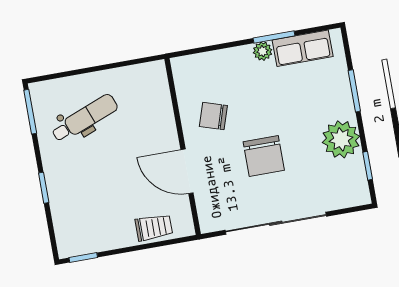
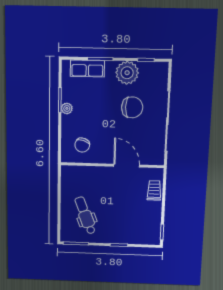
row of seats: (303, 48) -> (87, 68), moved, turned 90
chair: (213, 116) -> (82, 145), moved
chair: (264, 156) -> (132, 107), moved
door: (187, 171) -> (127, 166), swing flipped

